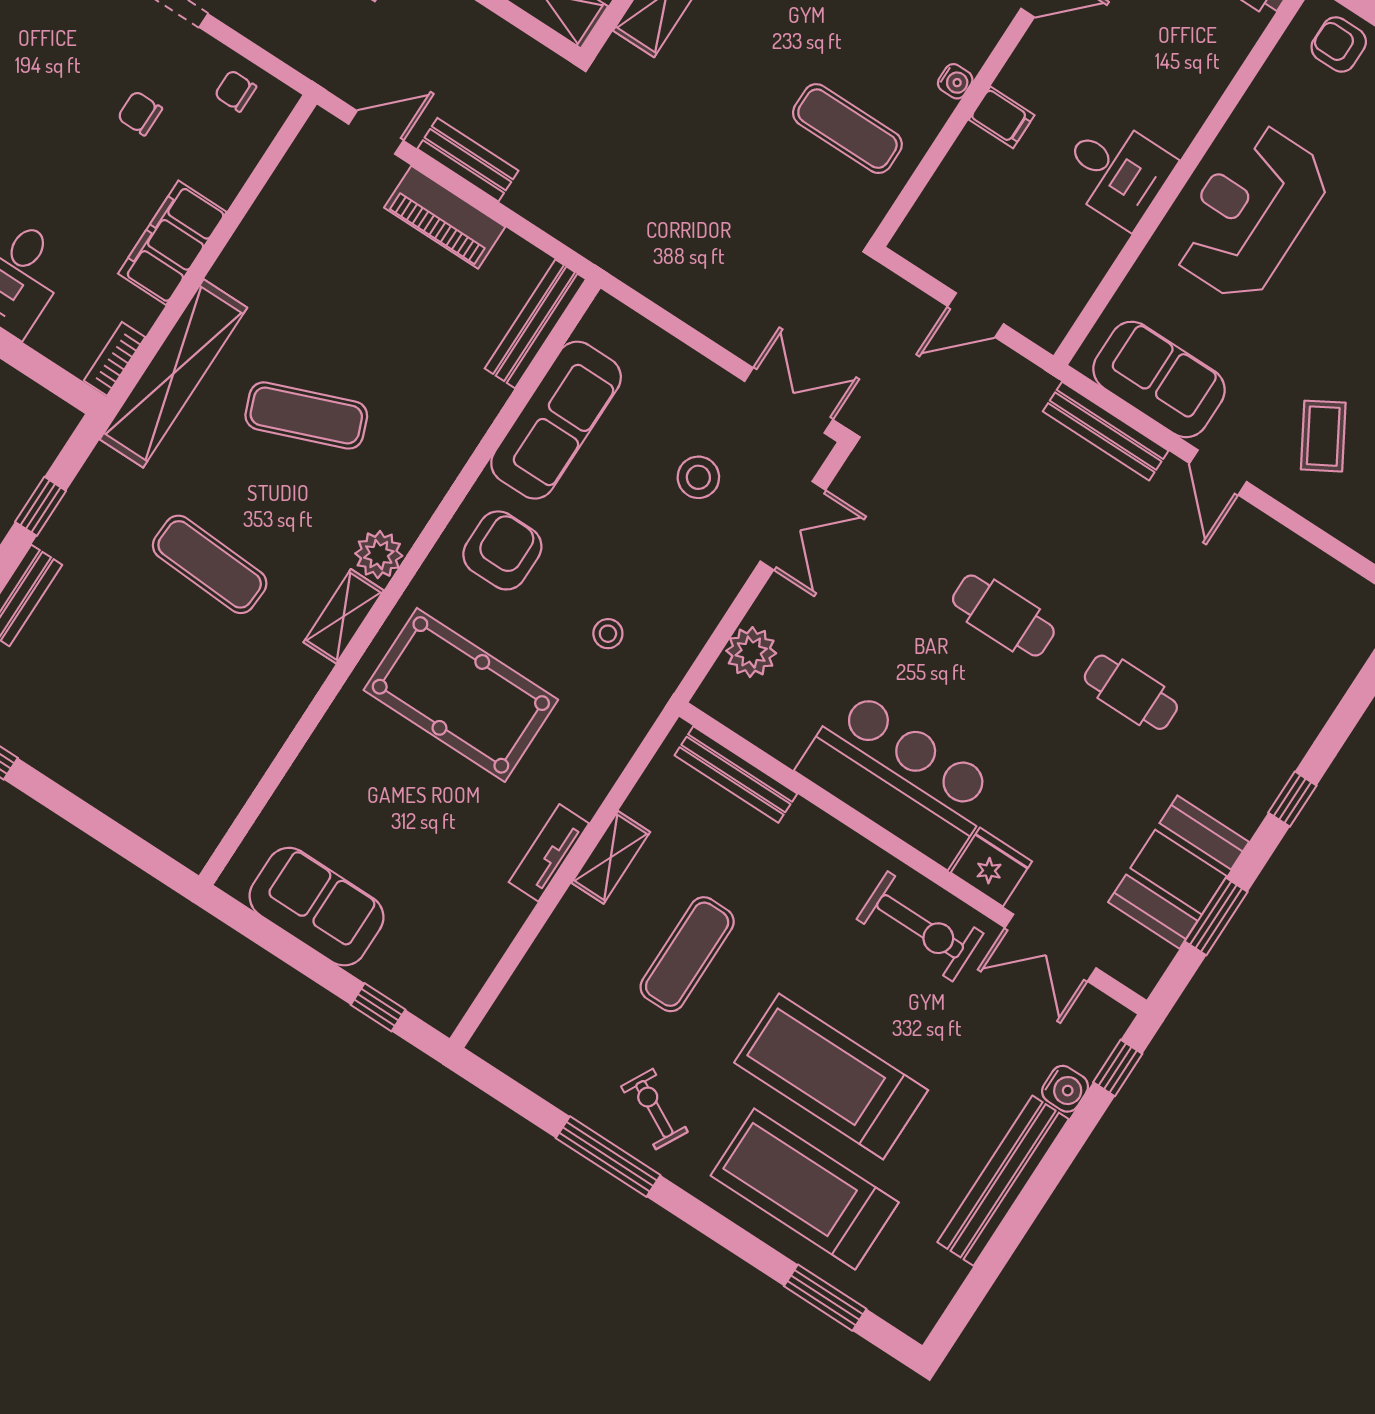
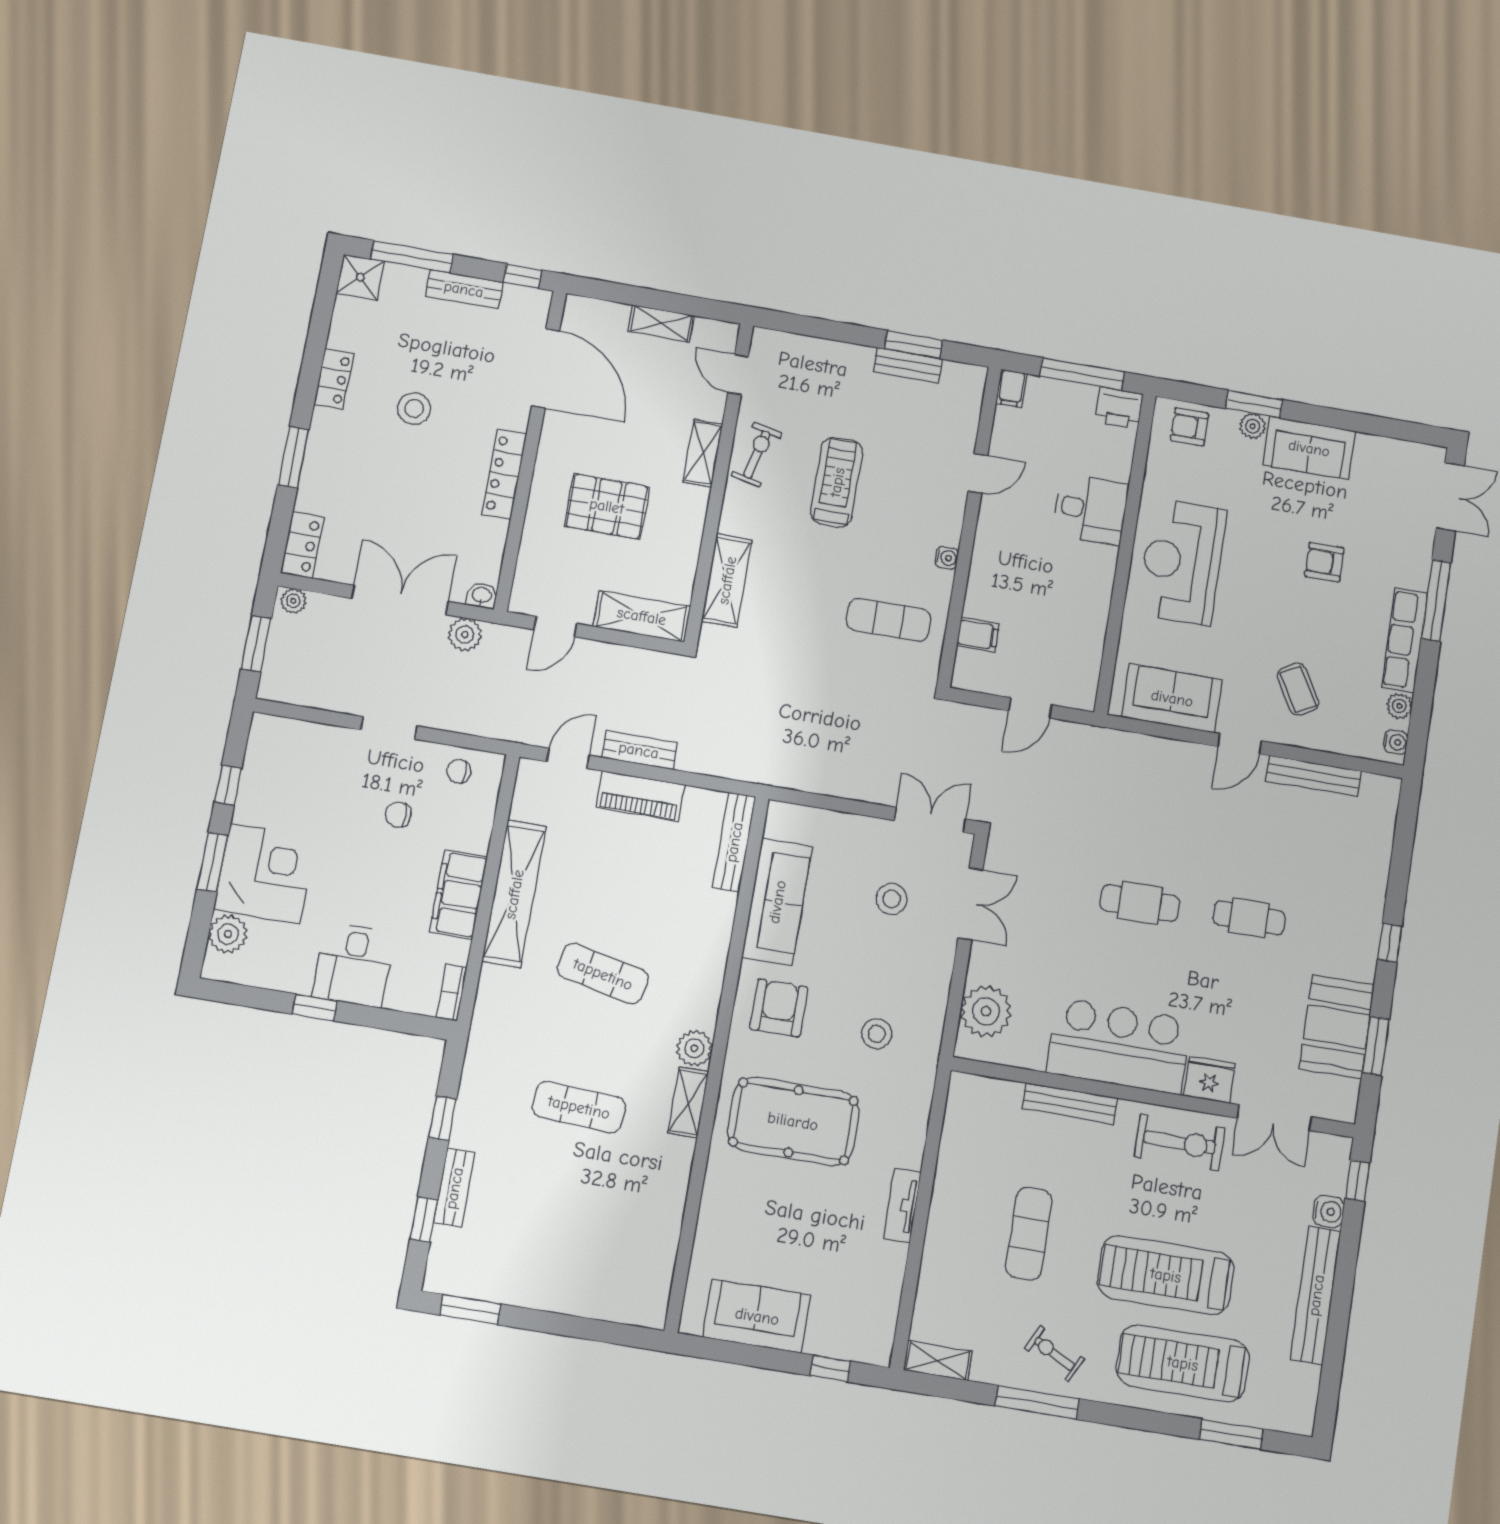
filing cabinet: (1002, 117) -> (978, 635), moved
desk: (1116, 171) -> (1091, 509), moved
shelving: (173, 373) -> (514, 894), moved
exercise mat: (306, 415) -> (603, 974), turned 33
bench: (1106, 431) -> (1314, 776), moved
door: (1218, 473) -> (1240, 744), hinge flipped
stool: (608, 634) -> (877, 1034), width x1.37, depth x1.37
plant: (751, 652) -> (986, 1011), width x1.36, depth x1.36
bench: (736, 774) -> (1070, 1103), moved
shelving: (611, 857) -> (938, 1361), moved, turned 90

